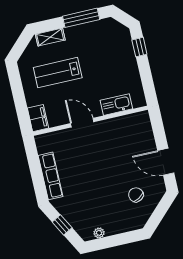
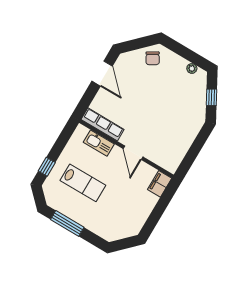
shelving: (50, 37) -> (100, 230), removed
lab bench: (58, 73) -> (83, 183), moved
row of seats: (50, 176) -> (103, 124), moved, turned 90
chair: (136, 195) -> (153, 58), moved

